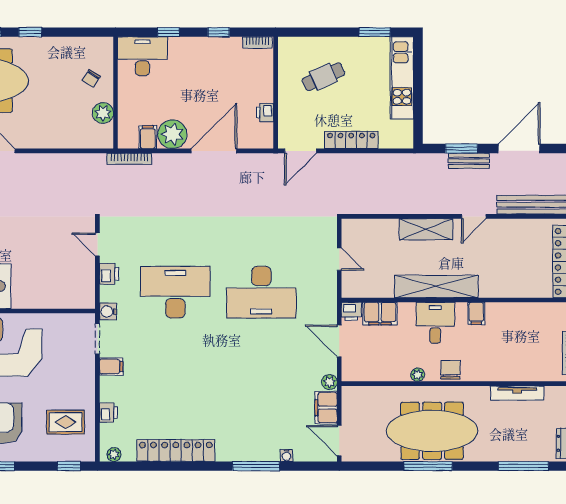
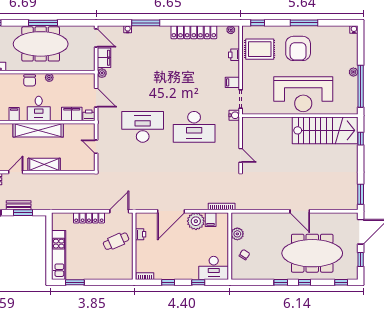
cafe table: (323, 77) -> (116, 241), moved
printer: (109, 274) -> (234, 138), removed
rug: (66, 422) -> (260, 49), width x1.36, depth x1.43

